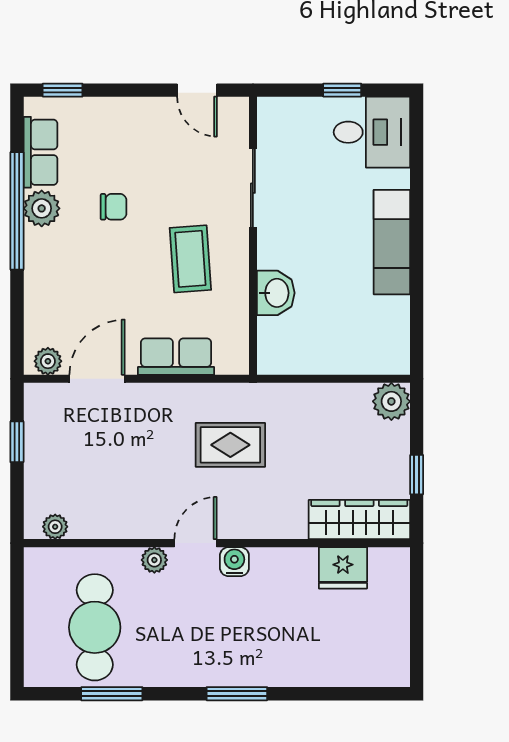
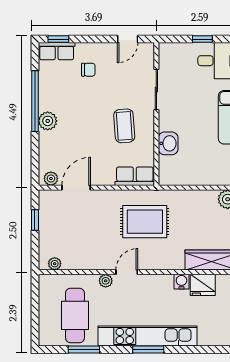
door: (197, 90) -> (128, 39), hinge flipped
row of seats: (40, 152) -> (57, 51), moved, turned 90
chair: (113, 207) -> (88, 70), moved
plant: (42, 208) -> (48, 121), moved
row of seats: (176, 357) -> (135, 176), moved
rug: (230, 445) -> (145, 222), width x1.36, depth x1.43
water cooler: (234, 562) -> (181, 282), moved
kitchen unit: (235, 667) -> (147, 336), added

